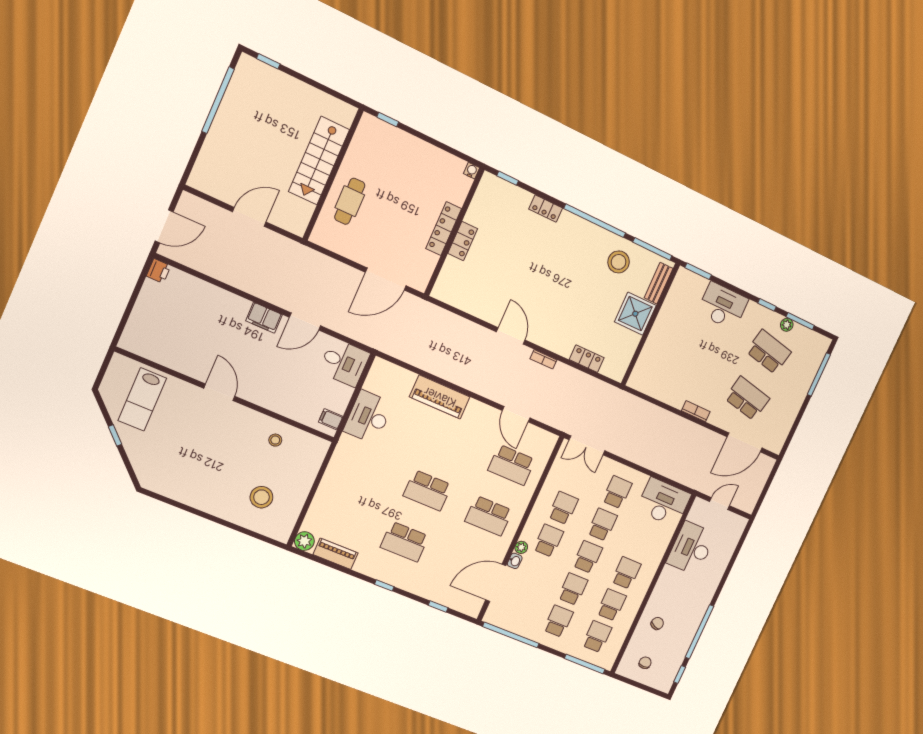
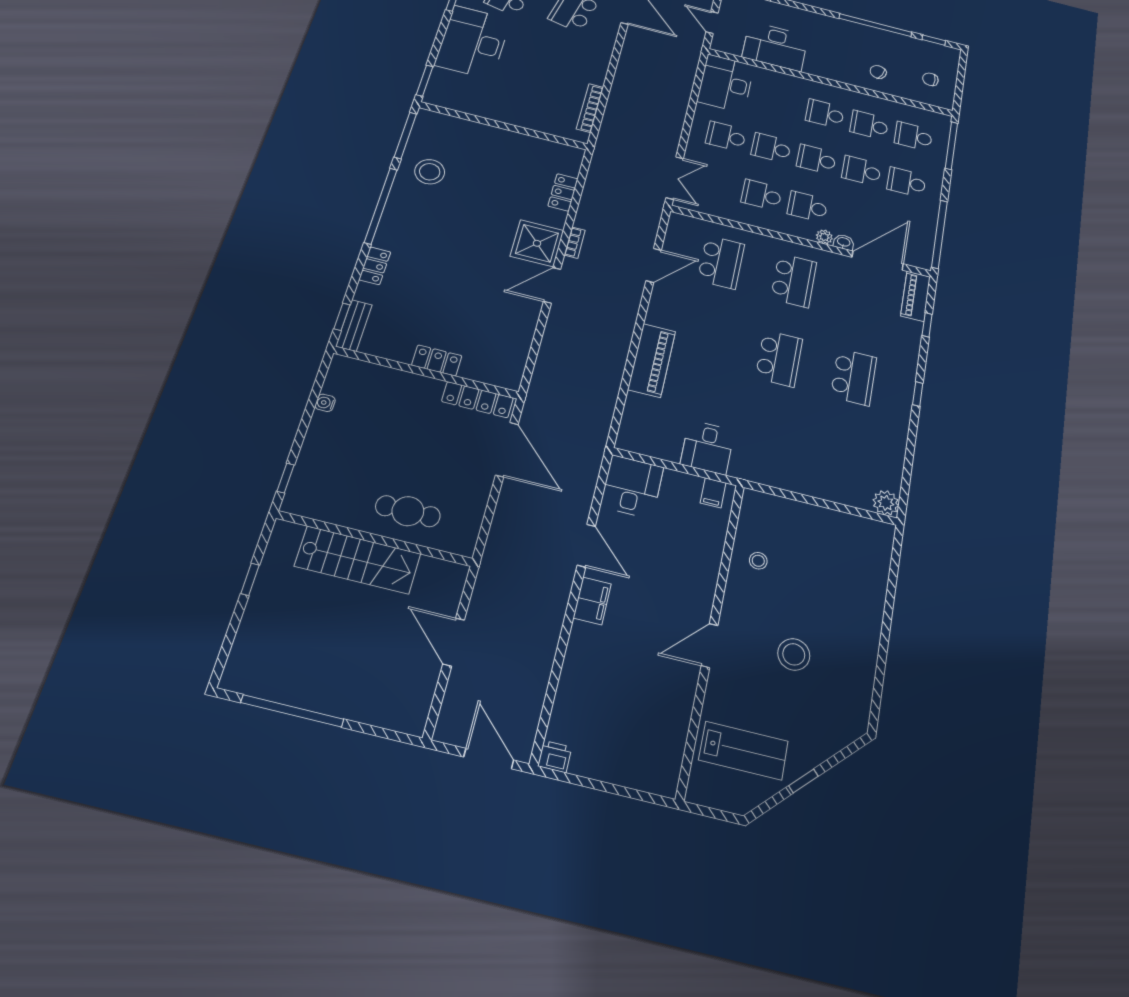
window: (268, 61) -> (250, 579), moved
water cooler: (472, 171) -> (325, 403), moved
locker: (444, 229) -> (477, 400), moved
bench: (659, 283) -> (354, 325), moved, turned 90
desk: (723, 306) -> (473, 42), width x1.36, depth x1.30
shower: (635, 314) -> (537, 243), moved
bookcase: (696, 411) -> (590, 108), moved, width x1.56
desk: (368, 417) -> (707, 447), width x0.73
stool: (261, 497) -> (794, 654), moved
piano: (336, 554) -> (916, 296), moved
door: (496, 583) -> (878, 261), swing flipped

